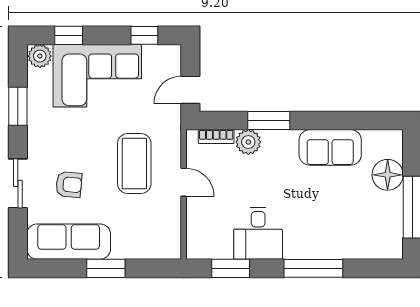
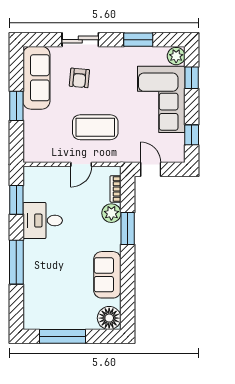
floor lamp: (388, 175) -> (109, 318), moved

